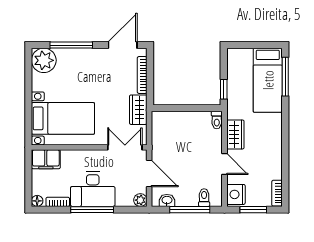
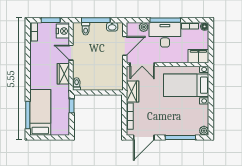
plant: (44, 60) -> (204, 131), width x0.53, depth x0.53
door: (149, 174) -> (125, 46), swing flipped
plant: (140, 200) -> (144, 27), moved

